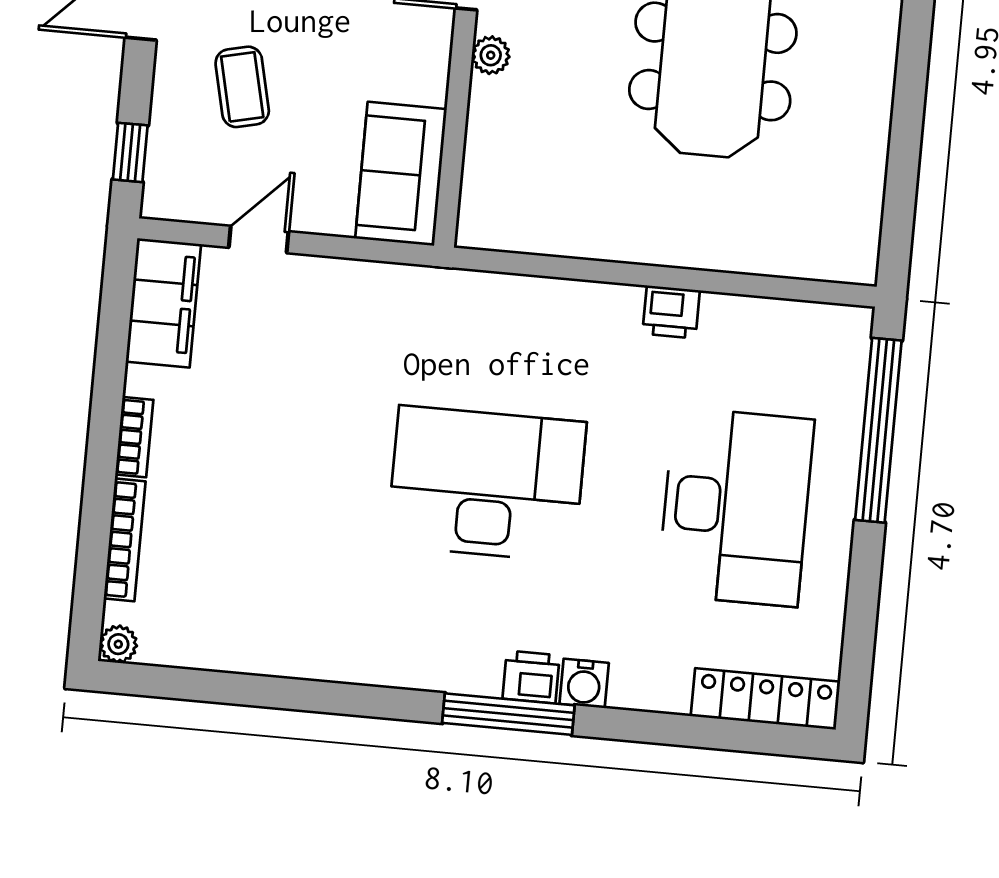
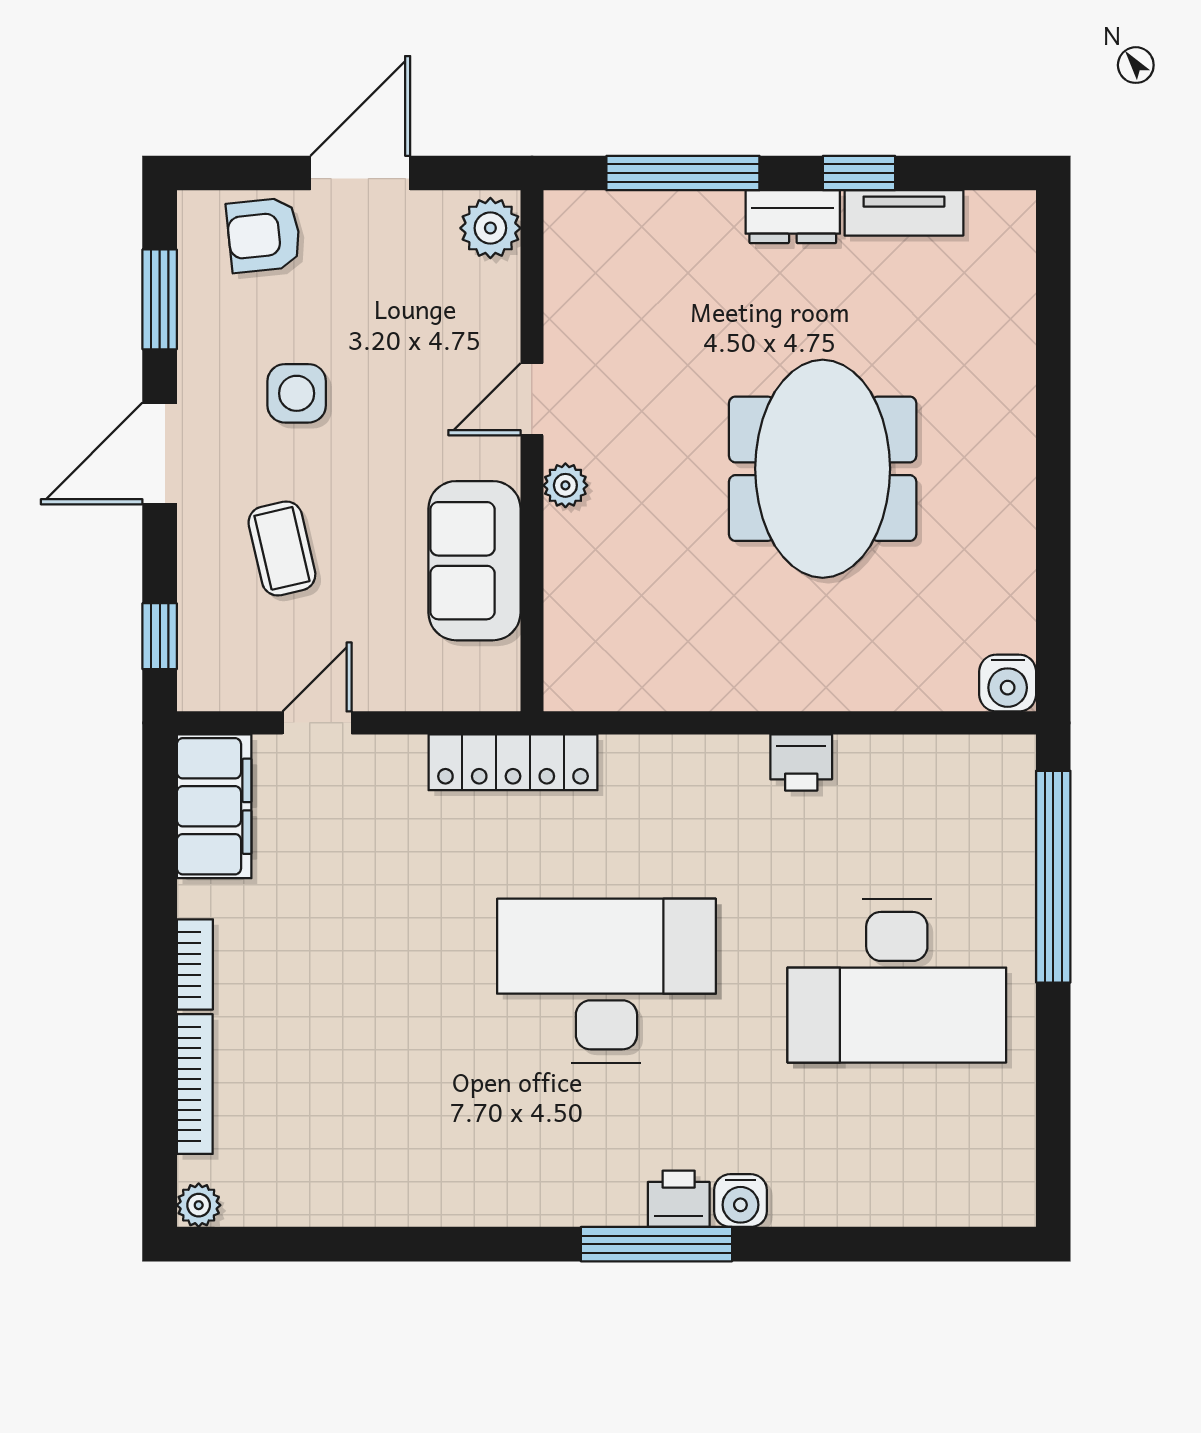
sofa: (401, 174) -> (474, 561), moved
water cooler: (855, 260) -> (1008, 683), added
desk: (736, 507) -> (897, 981), turned 90
locker: (765, 699) -> (513, 762), moved, turned 180

